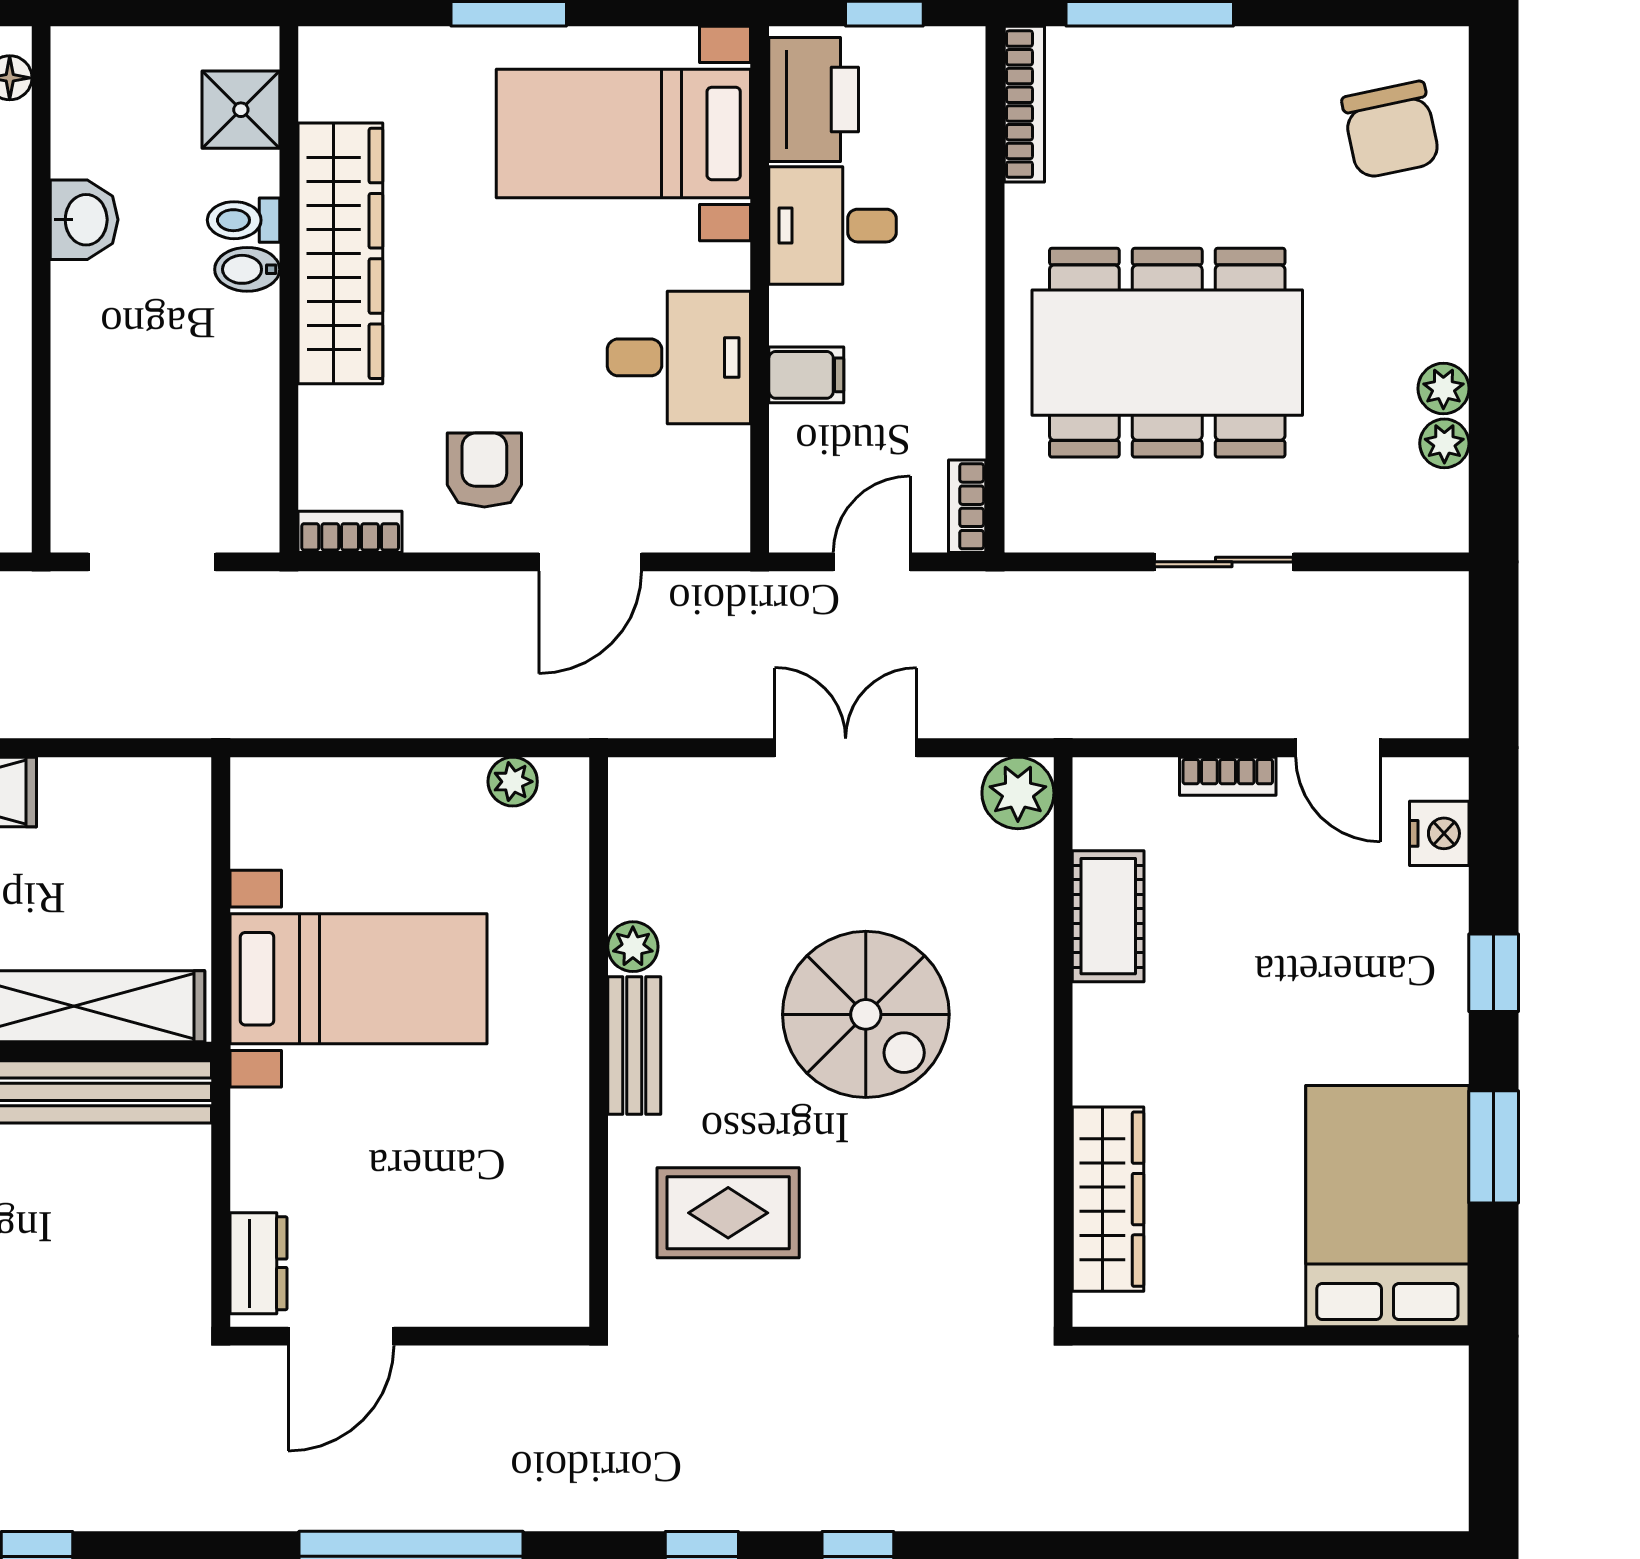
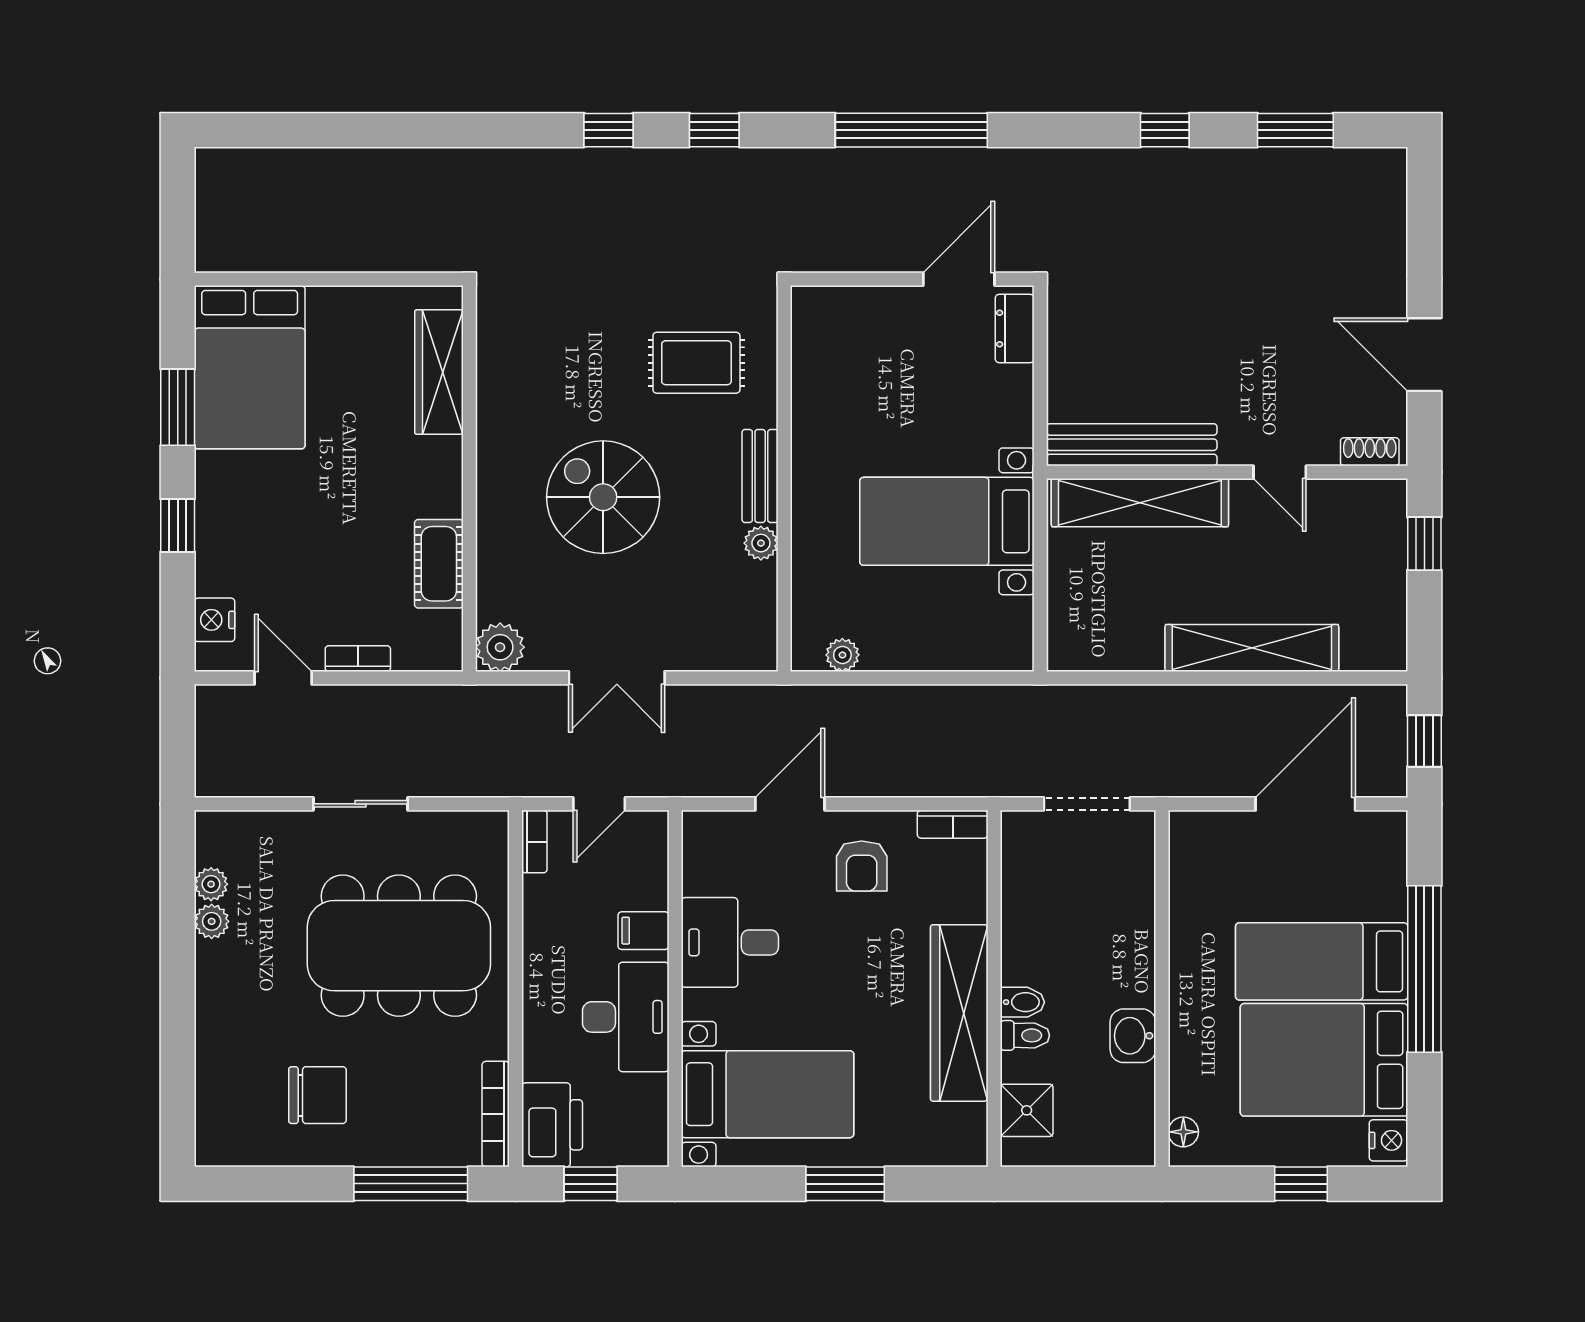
printer: (814, 99) -> (552, 1125), moved, turned 180
chair: (1391, 130) -> (317, 1095), moved, turned 102
desk: (833, 226) -> (626, 1017), width x1.37

